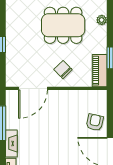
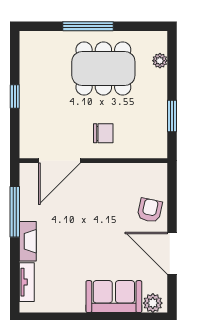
chair: (63, 70) -> (103, 133), turned 134
piano: (100, 71) -> (157, 135), removed

